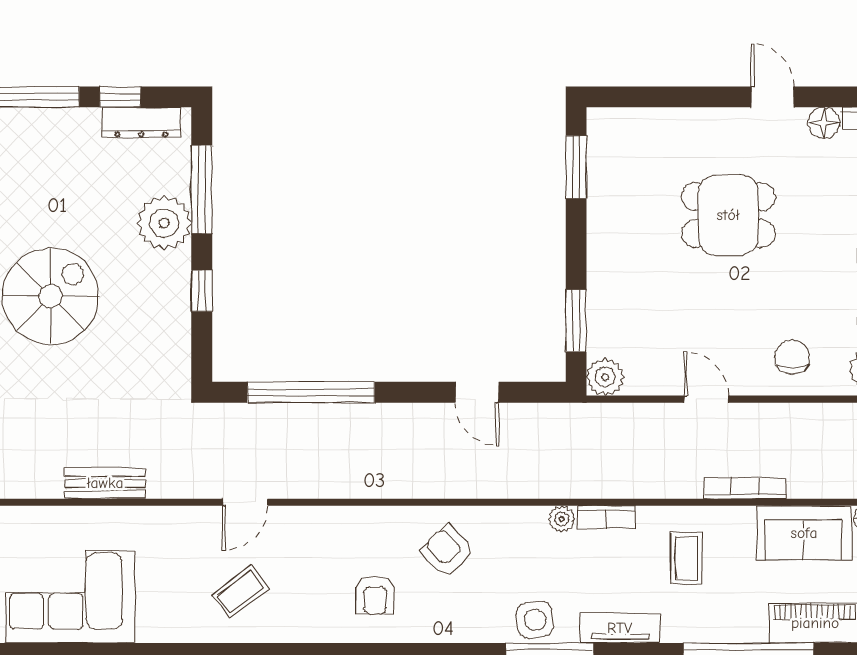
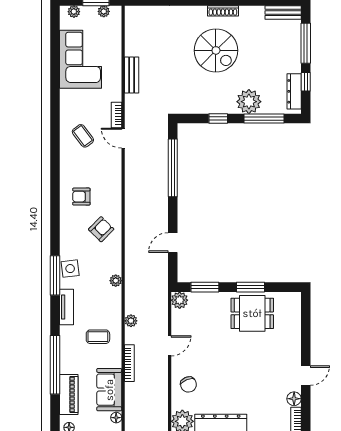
window: (576, 167) -> (251, 287), moved
dining table: (728, 215) -> (252, 313), moved, turned 90
chair: (792, 357) -> (188, 384), turned 67
plant: (651, 485) -> (131, 321), added
bookcase: (606, 517) -> (116, 115), moved

